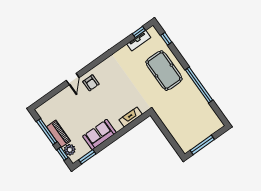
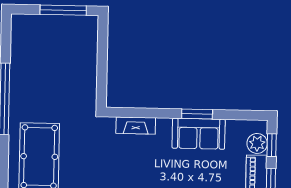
window: (87, 157) -> (197, 114), moved

